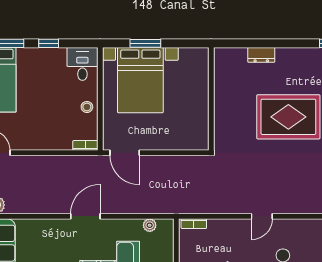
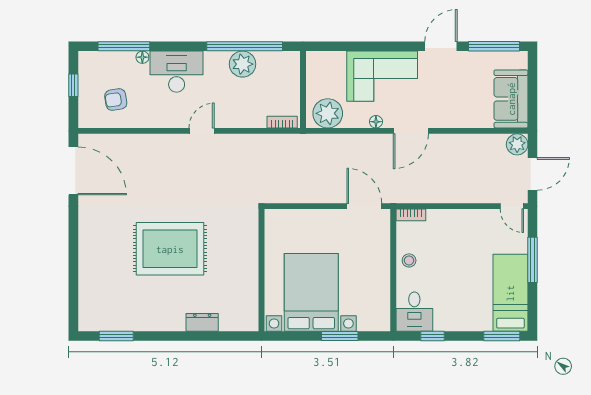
window: (49, 43) -> (433, 336), moved
bed with nightstands: (140, 80) -> (311, 292), moved
floor lamp: (115, 224) -> (376, 122), added
plant: (150, 225) -> (328, 113), width x1.88, depth x1.88

